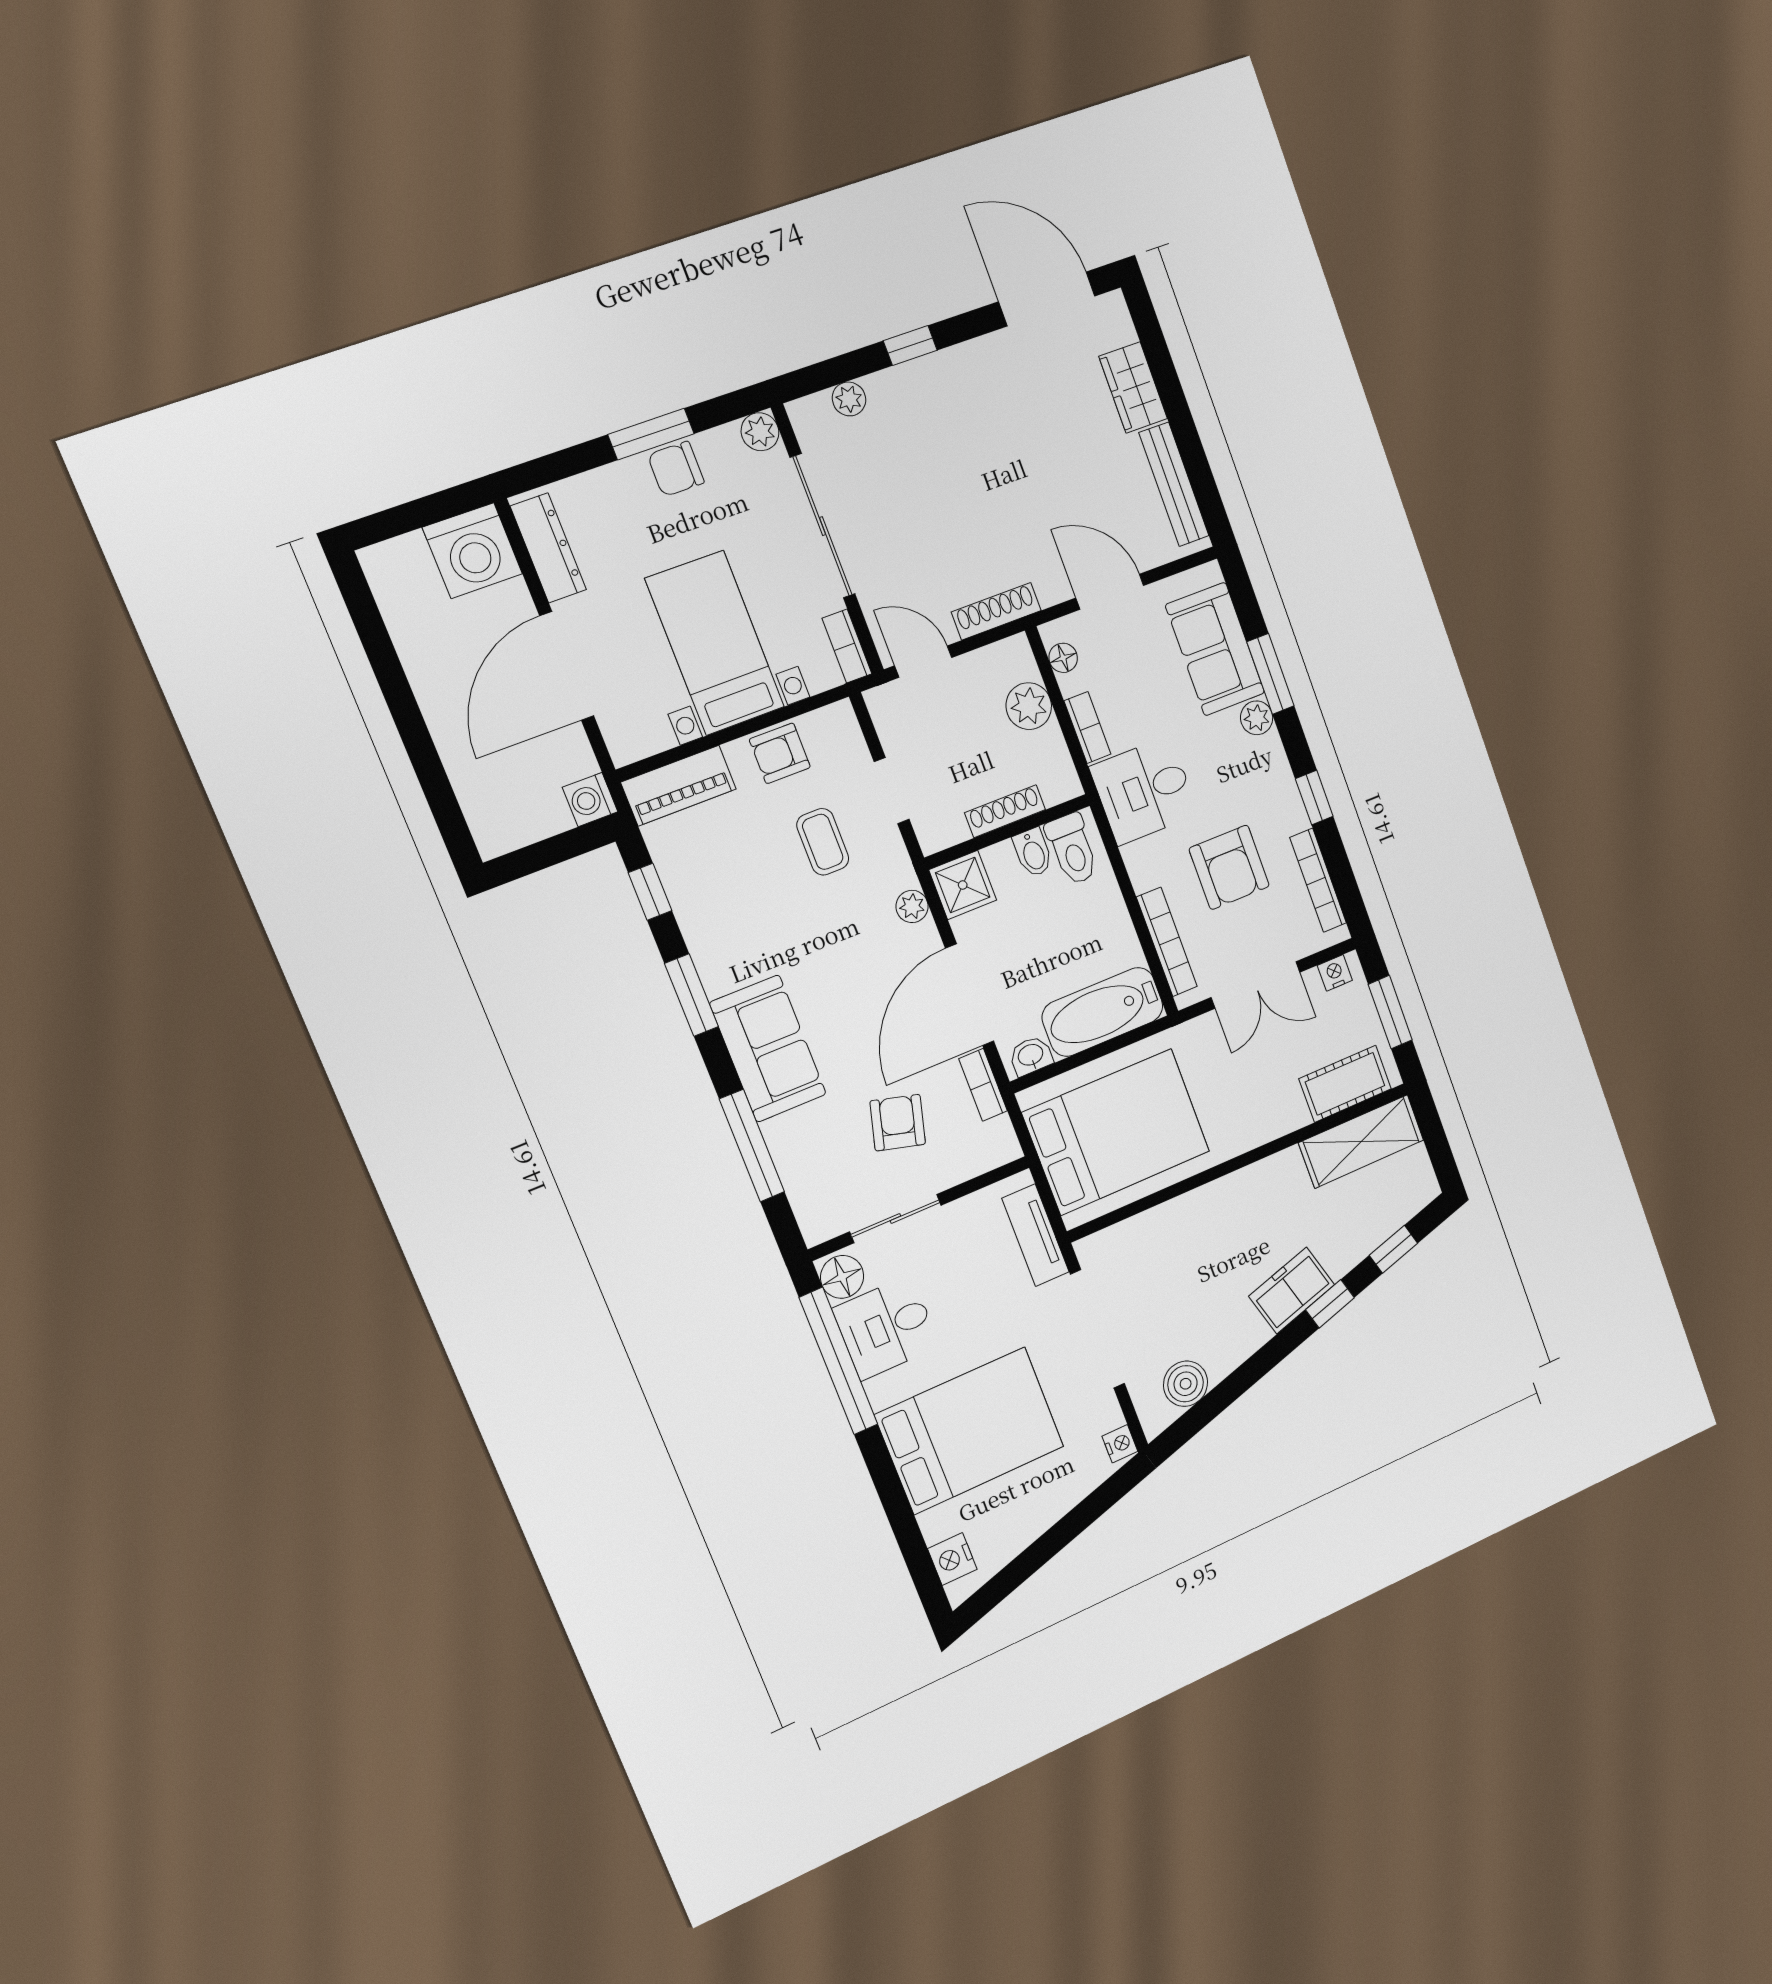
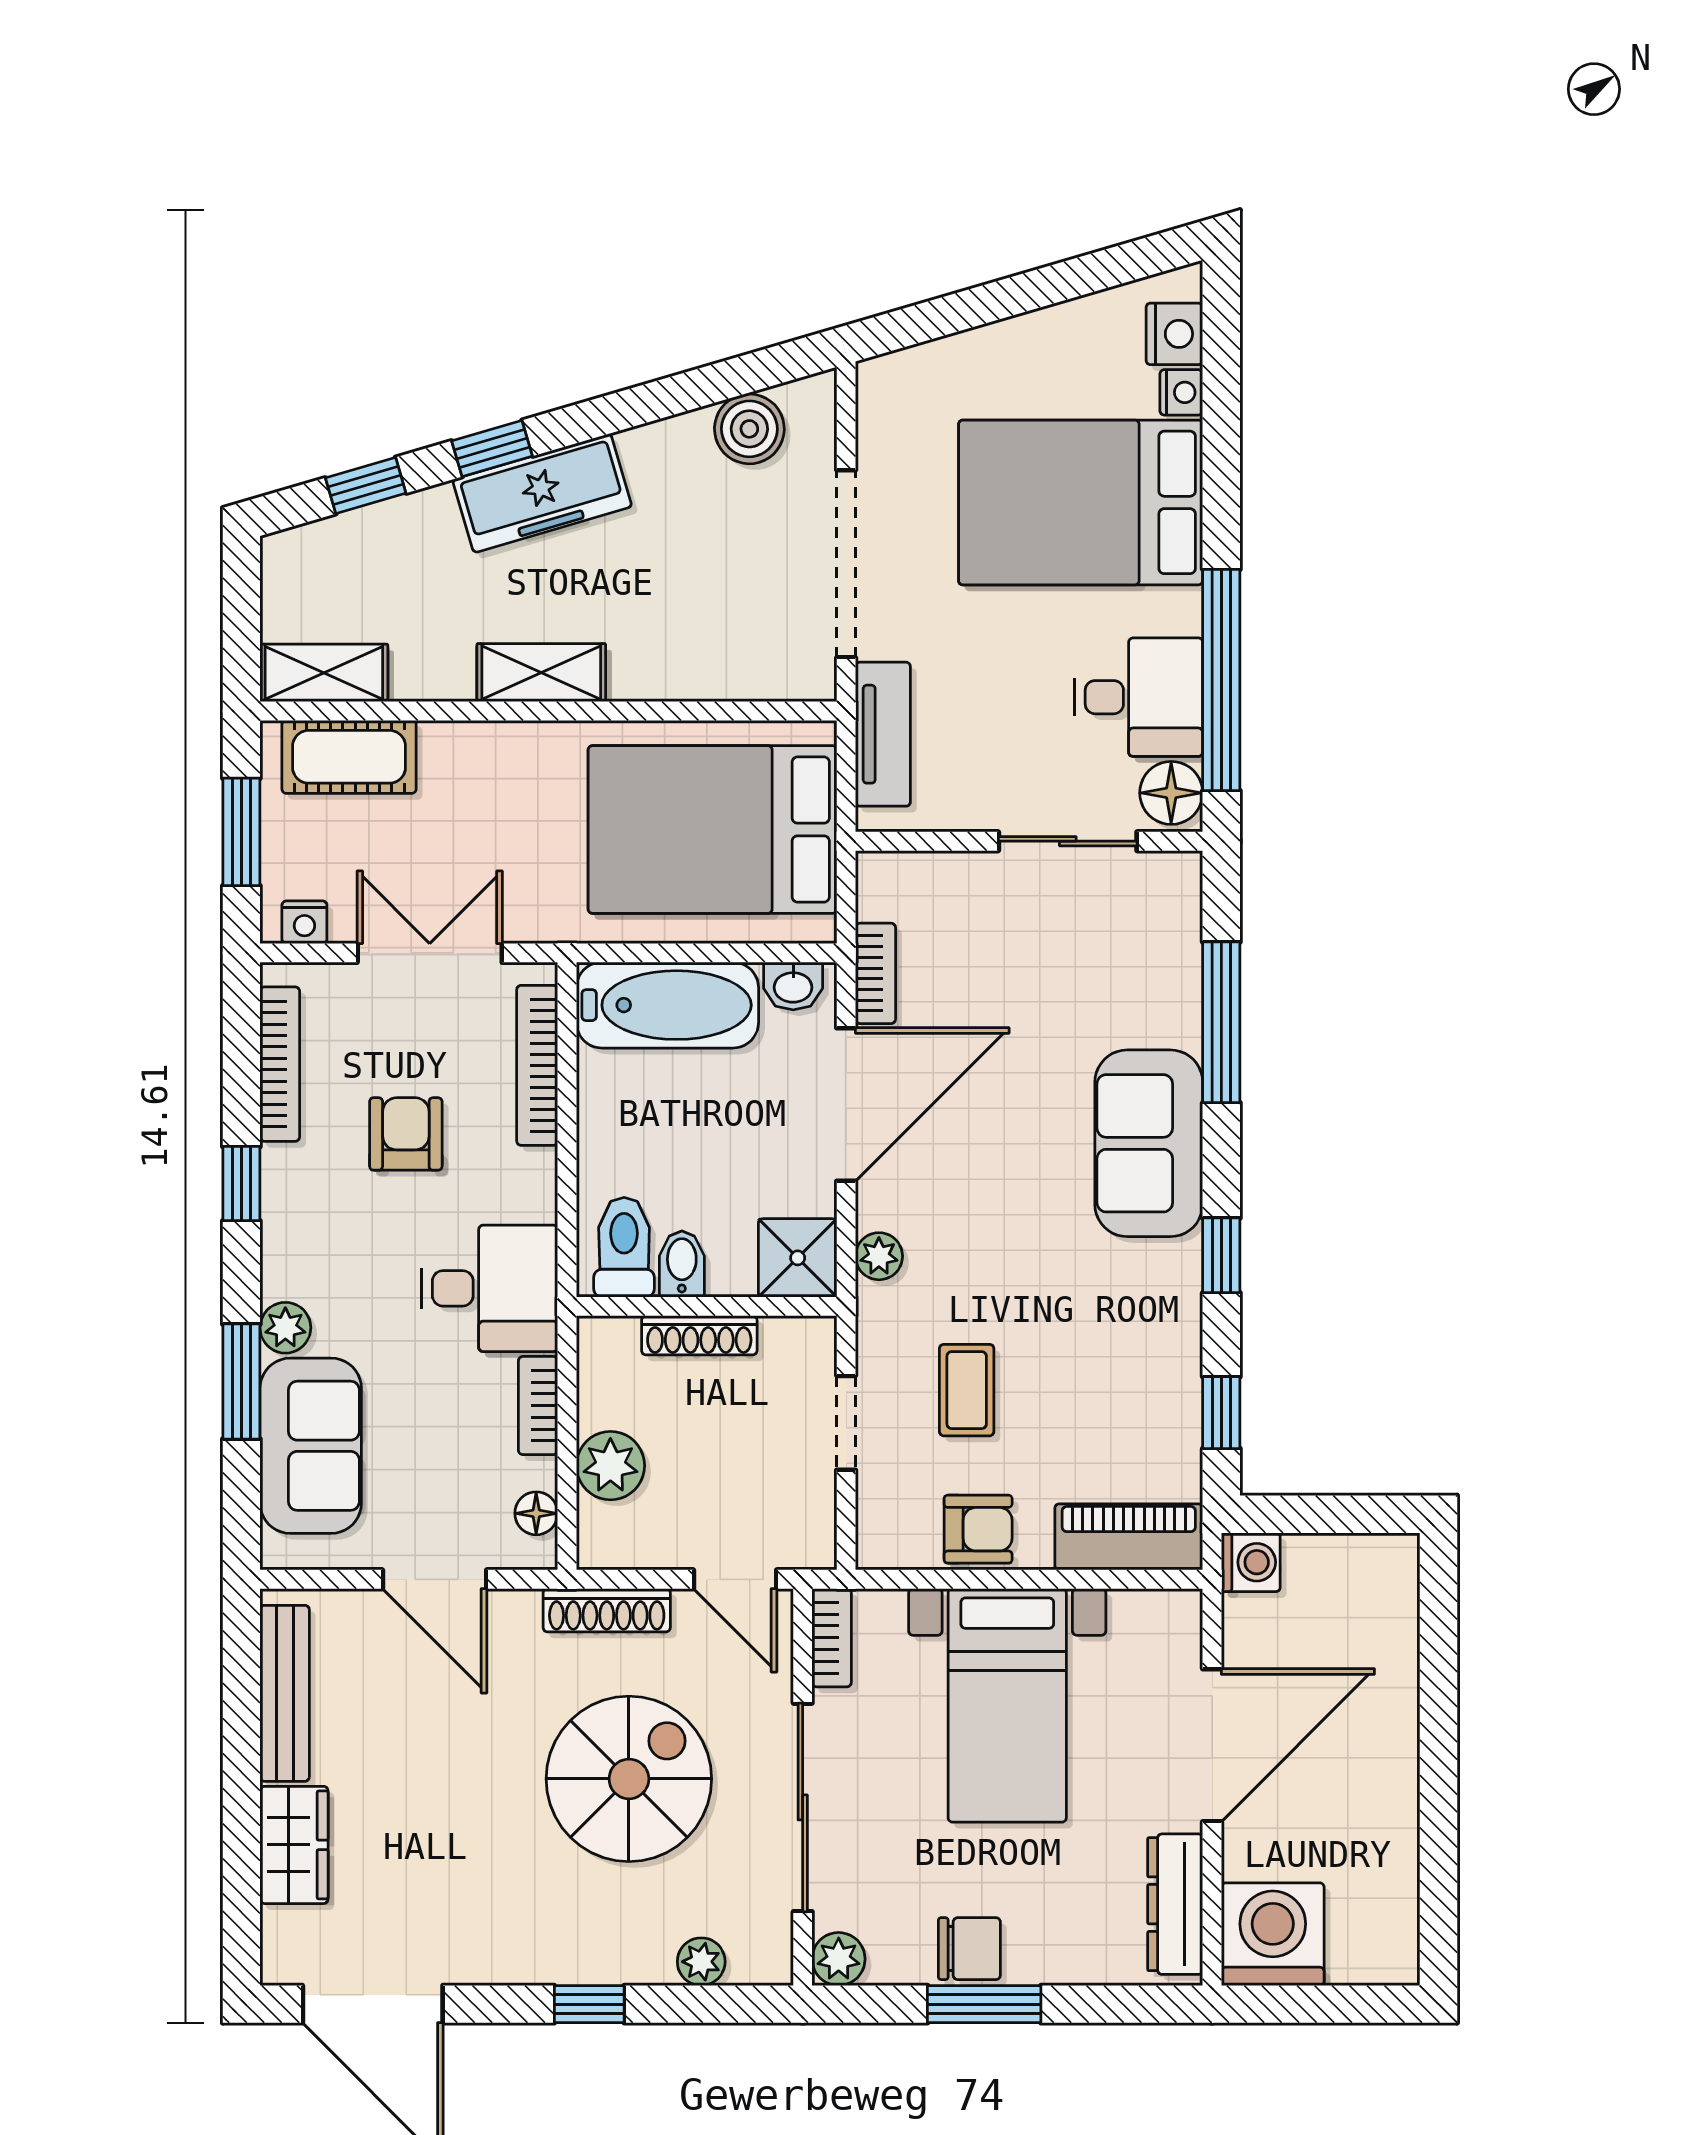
spiral stairs: (941, 505) -> (629, 1779), added
armchair: (1229, 867) -> (406, 1134), width x0.72, depth x0.72
window: (692, 995) -> (1221, 1255), width x0.67
armchair: (898, 1123) -> (1013, 971), removed
shelving: (1361, 1141) -> (324, 673), width x0.67, depth x0.75
shelving: (1253, 1183) -> (541, 673), added
freezer: (1292, 1290) -> (542, 493), width x1.40
nightstand: (1120, 1444) -> (1181, 392), moved, turned 180

